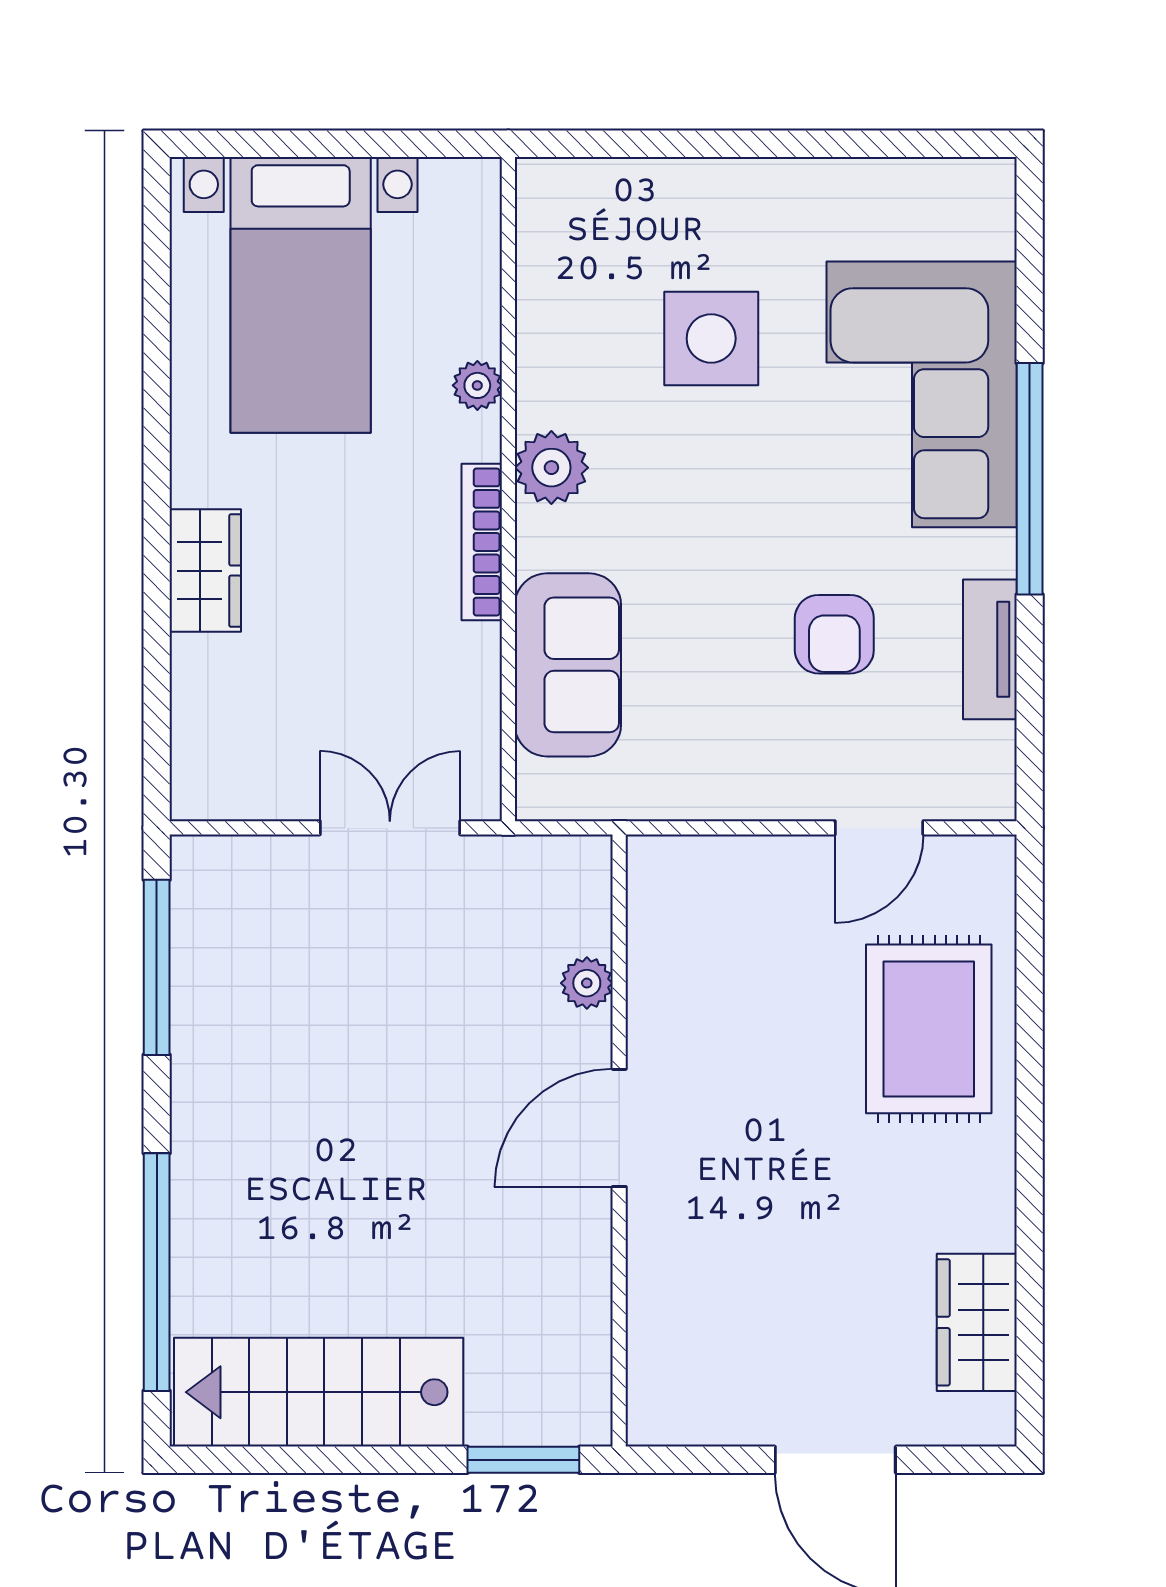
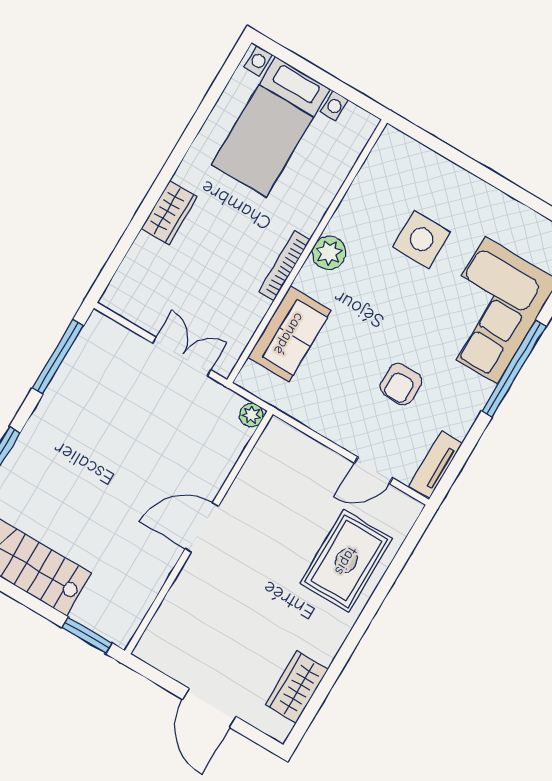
plant: (477, 385) -> (319, 203), removed
tv unit: (990, 649) -> (436, 465), moved
plant: (587, 983) -> (251, 415), moved

